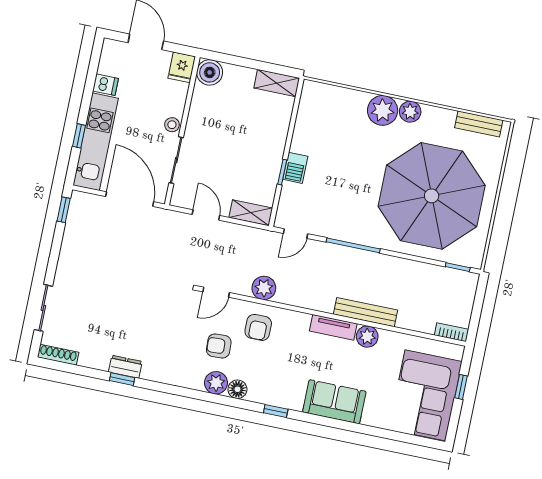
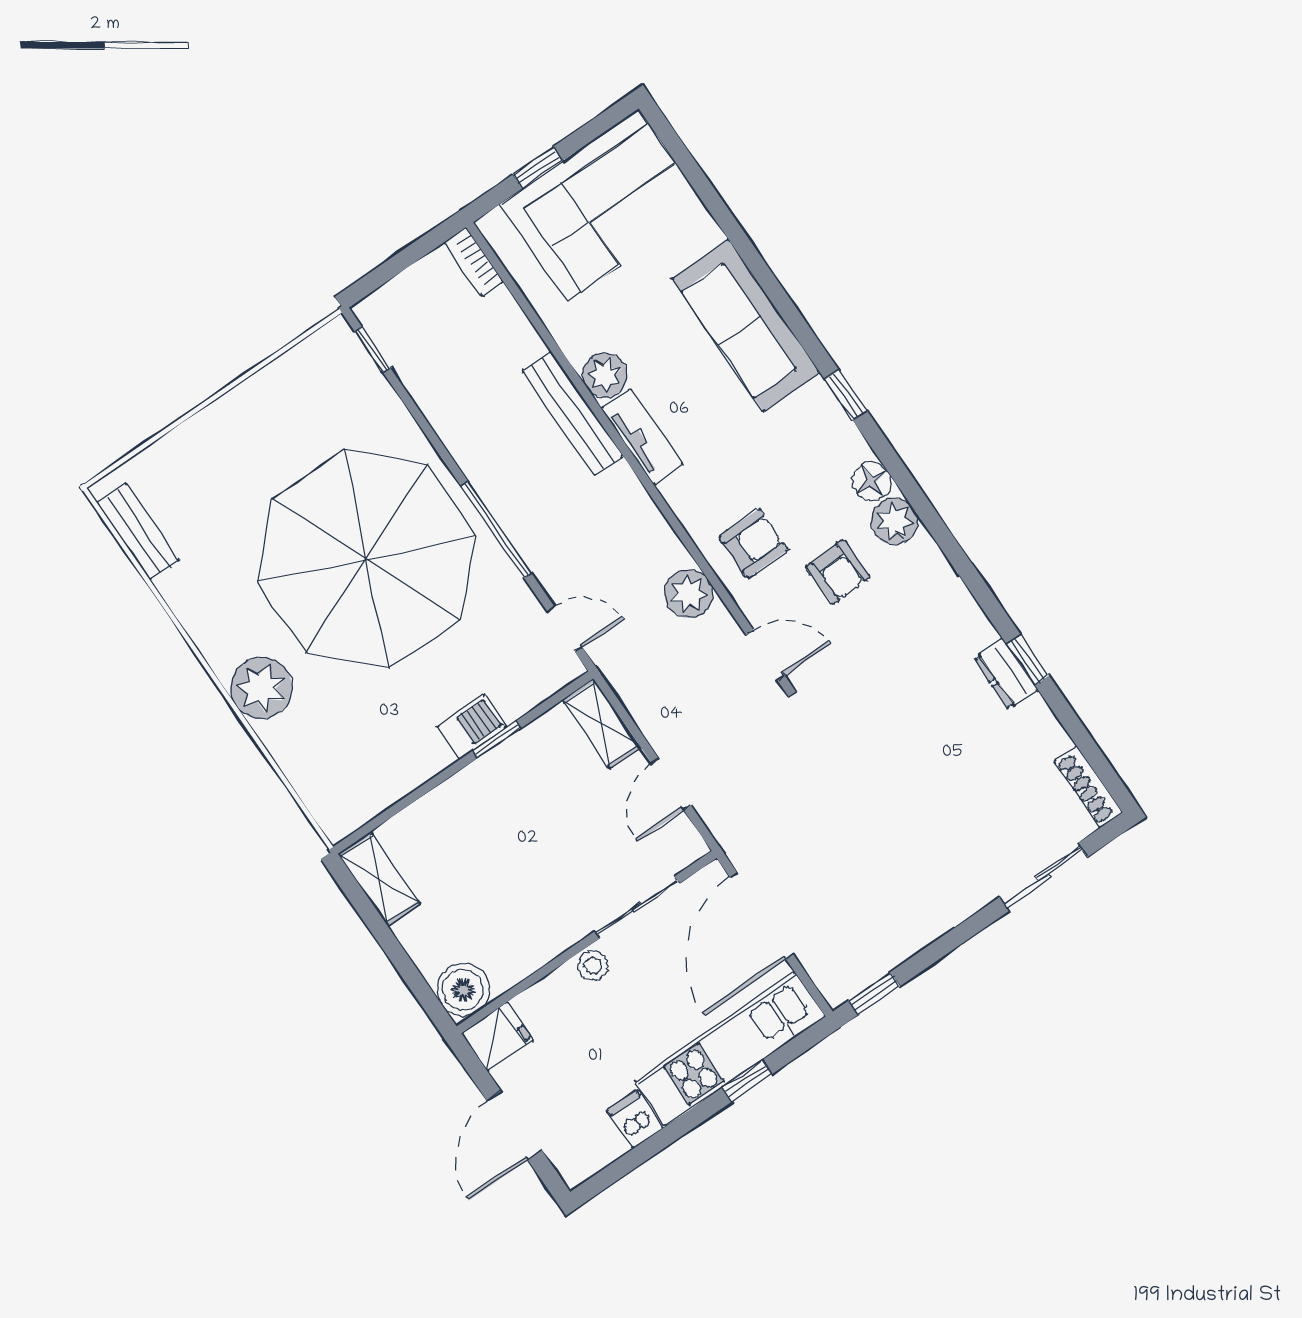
plant: (410, 112) -> (222, 647), removed
parasol: (432, 196) -> (366, 559), moved
sofa: (334, 402) -> (746, 325), width x1.36

